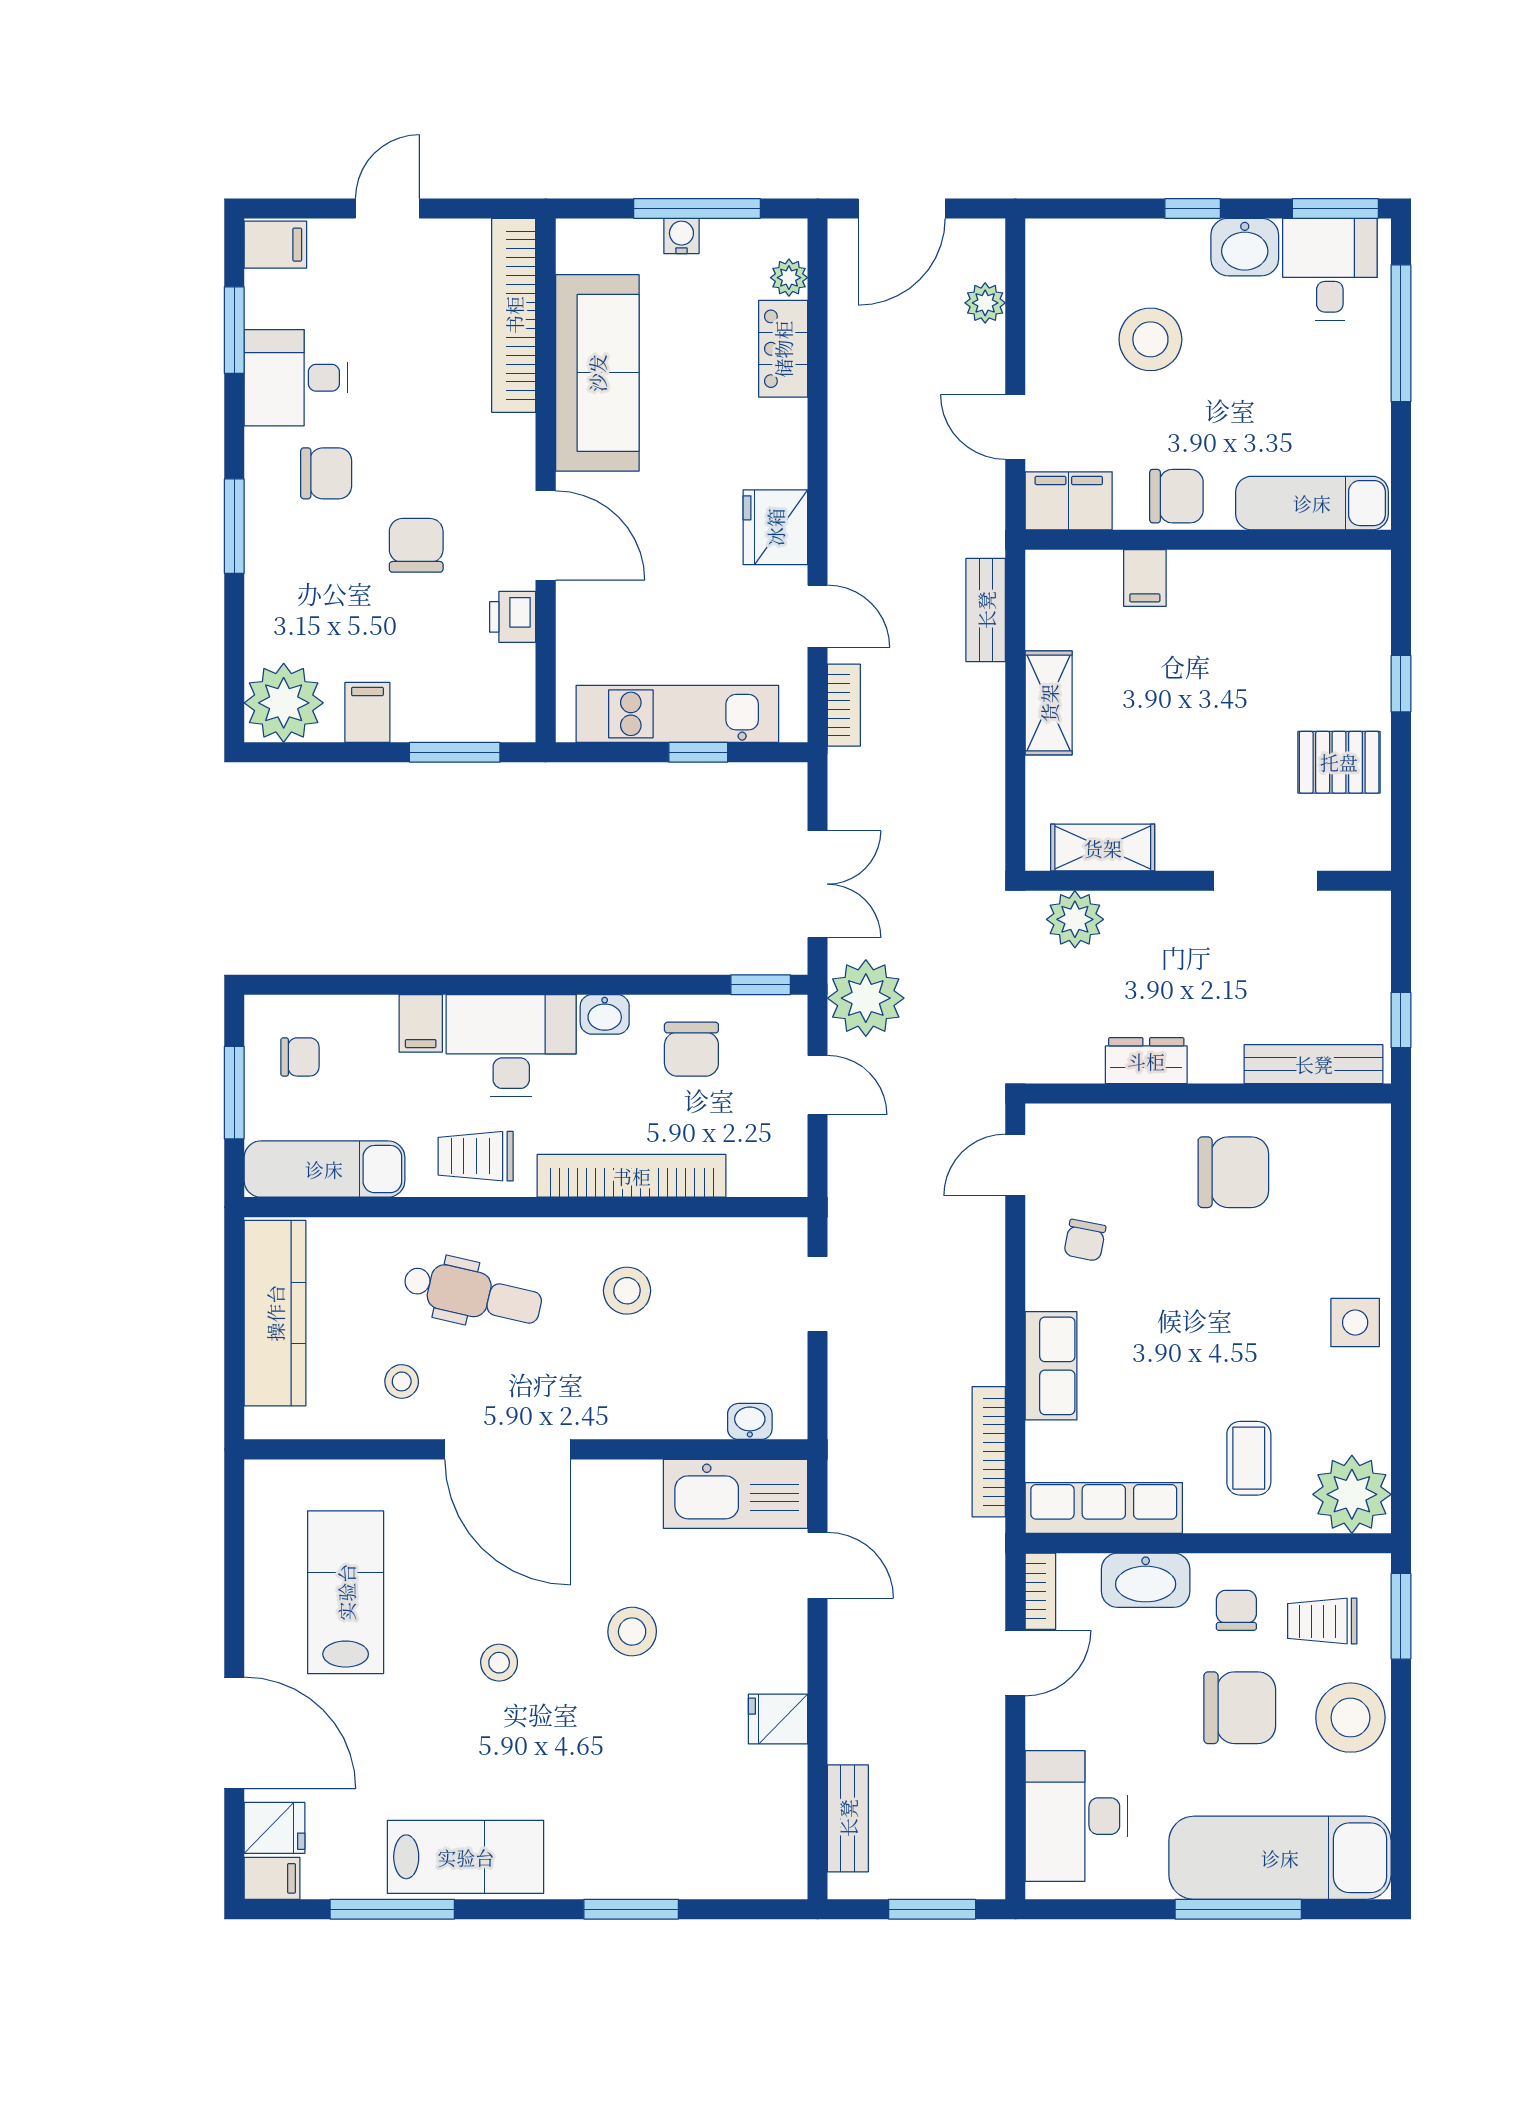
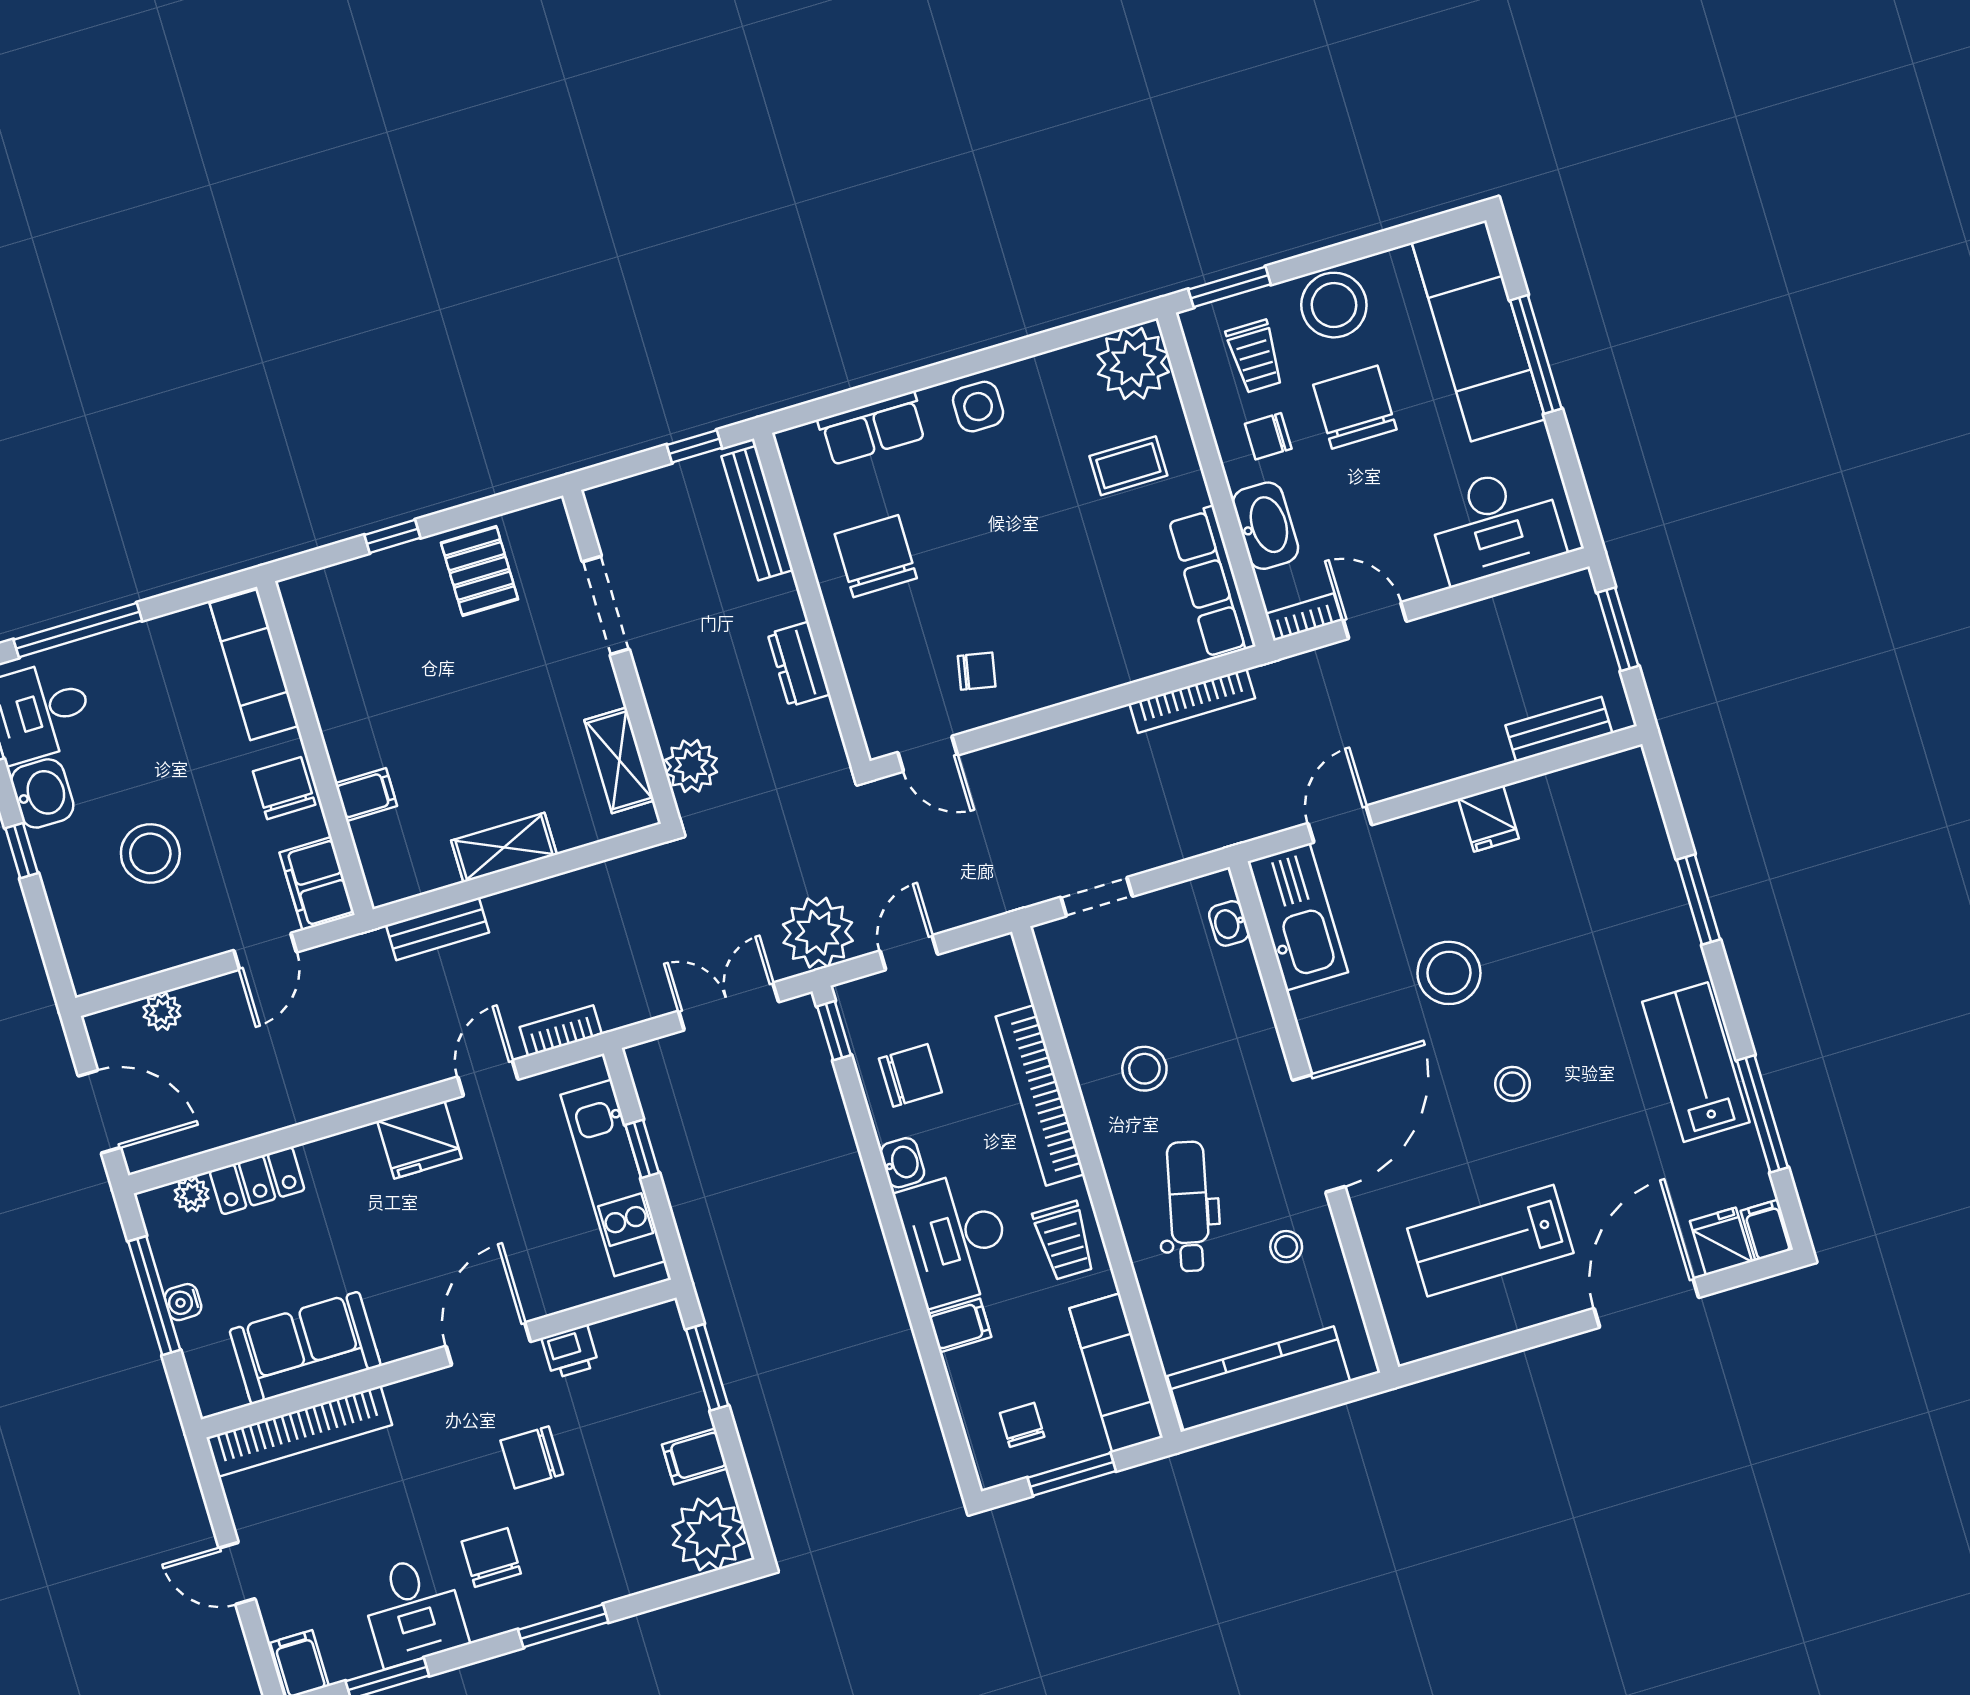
sofa: (597, 373) -> (305, 1348), width x0.73
row of seats: (1051, 1366) -> (872, 428), moved, turned 180
stool: (632, 1632) -> (1449, 973), width x1.38, depth x1.38

